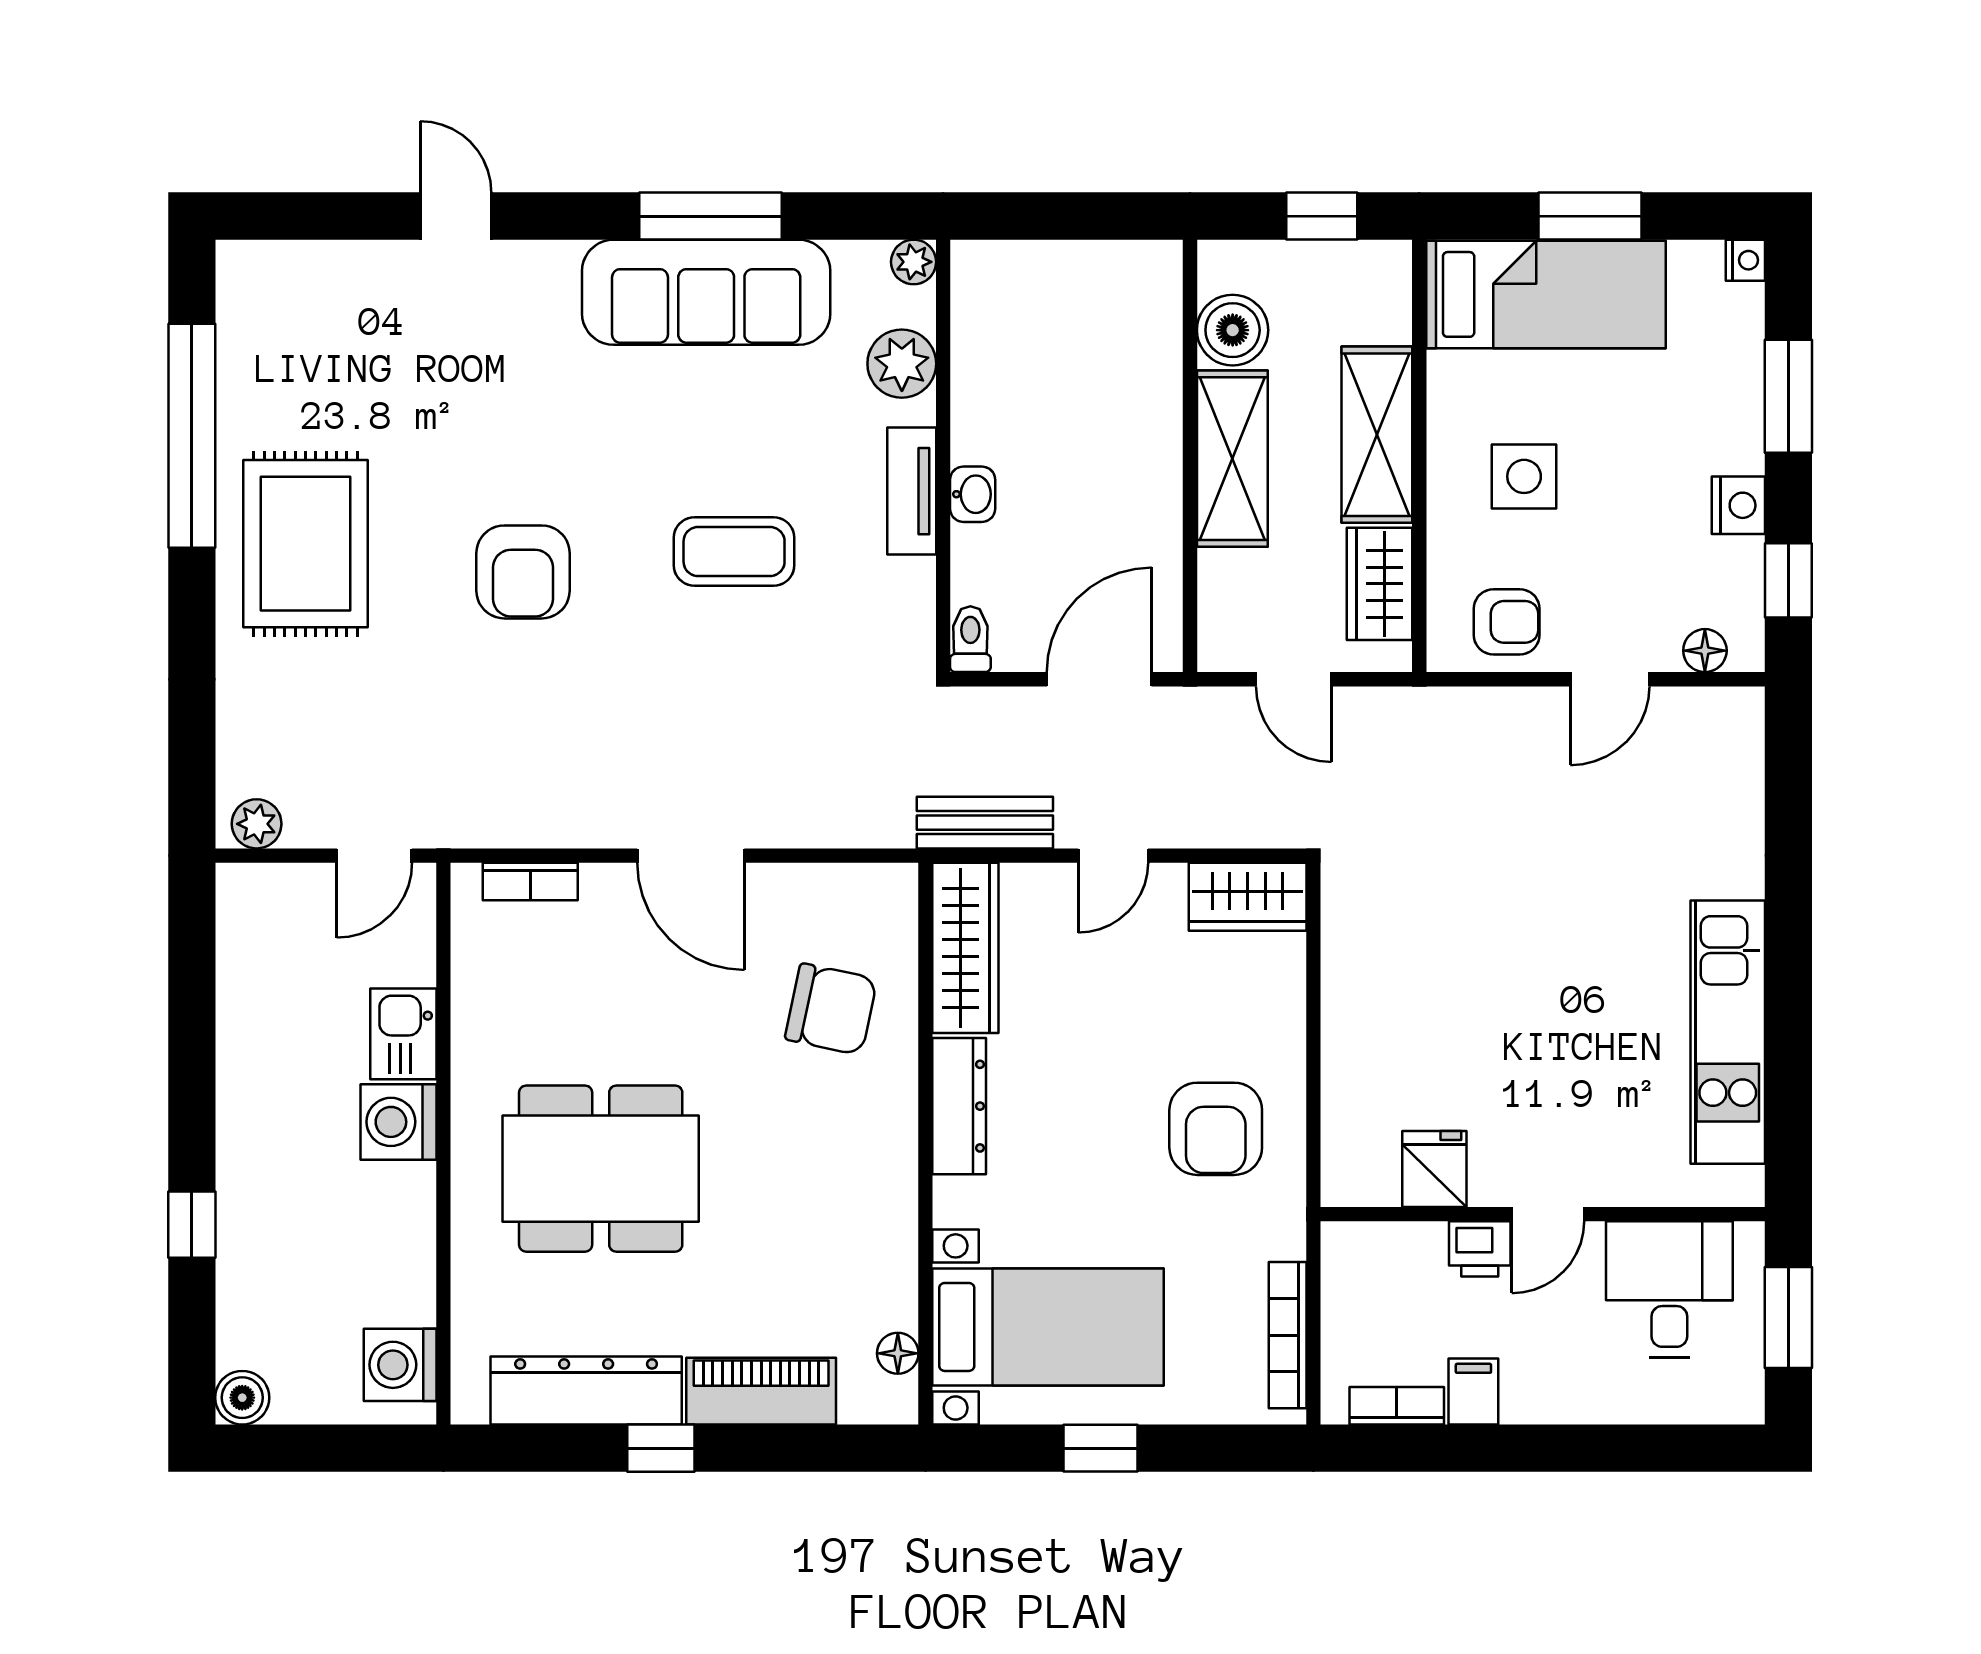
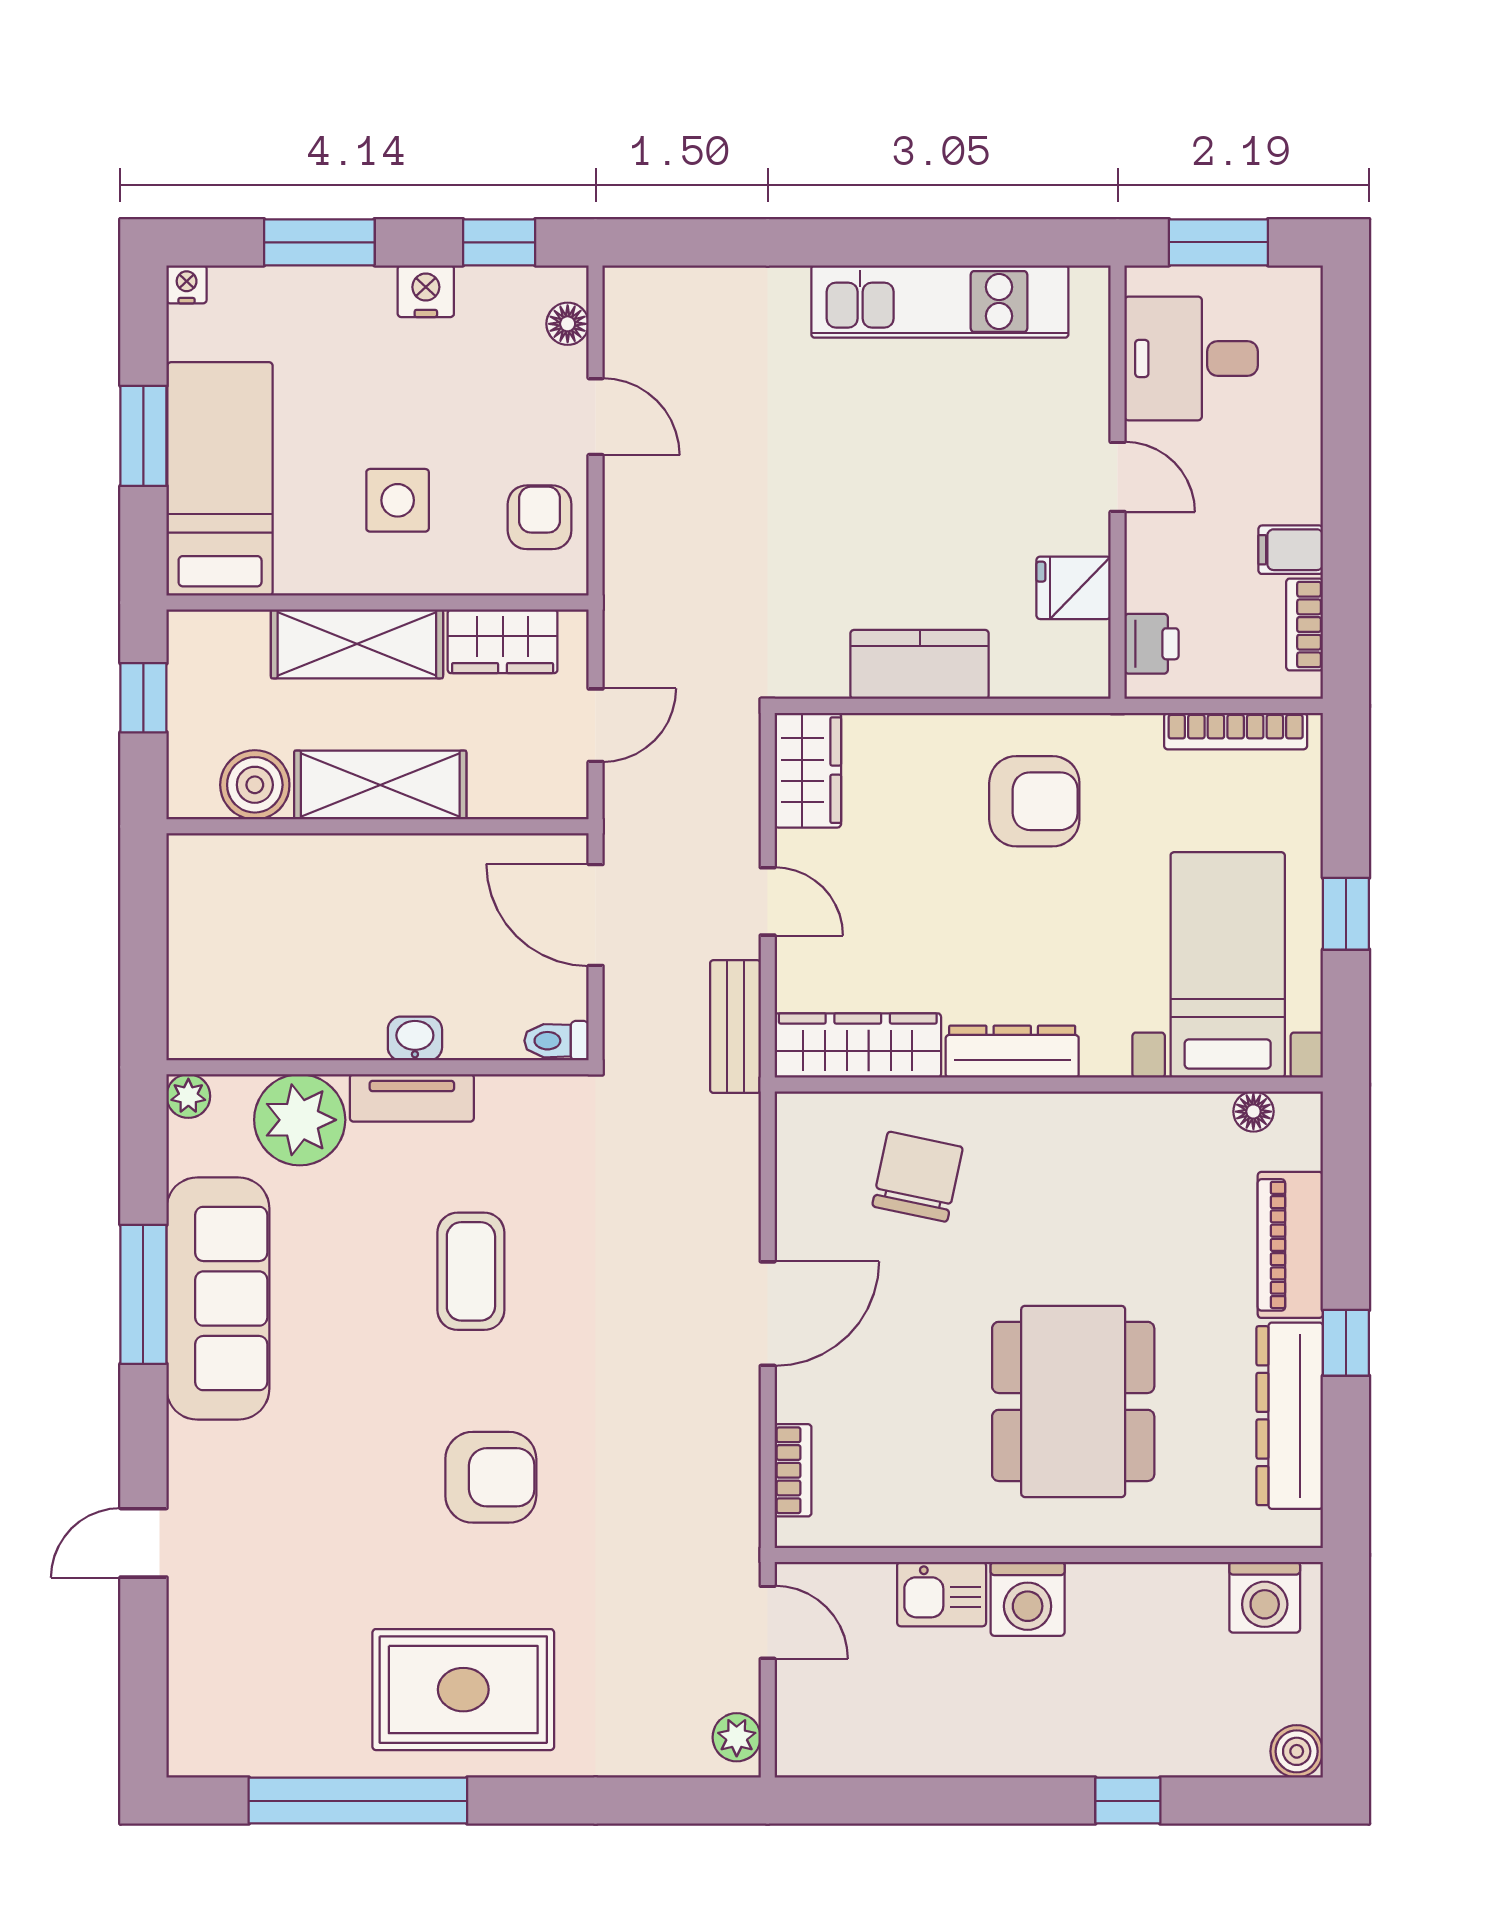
plant: (902, 364) -> (300, 1120), width x1.36, depth x1.36
kitchen counter: (1356, 1011) -> (920, 664), added
printer: (1480, 1249) -> (1152, 644), moved

